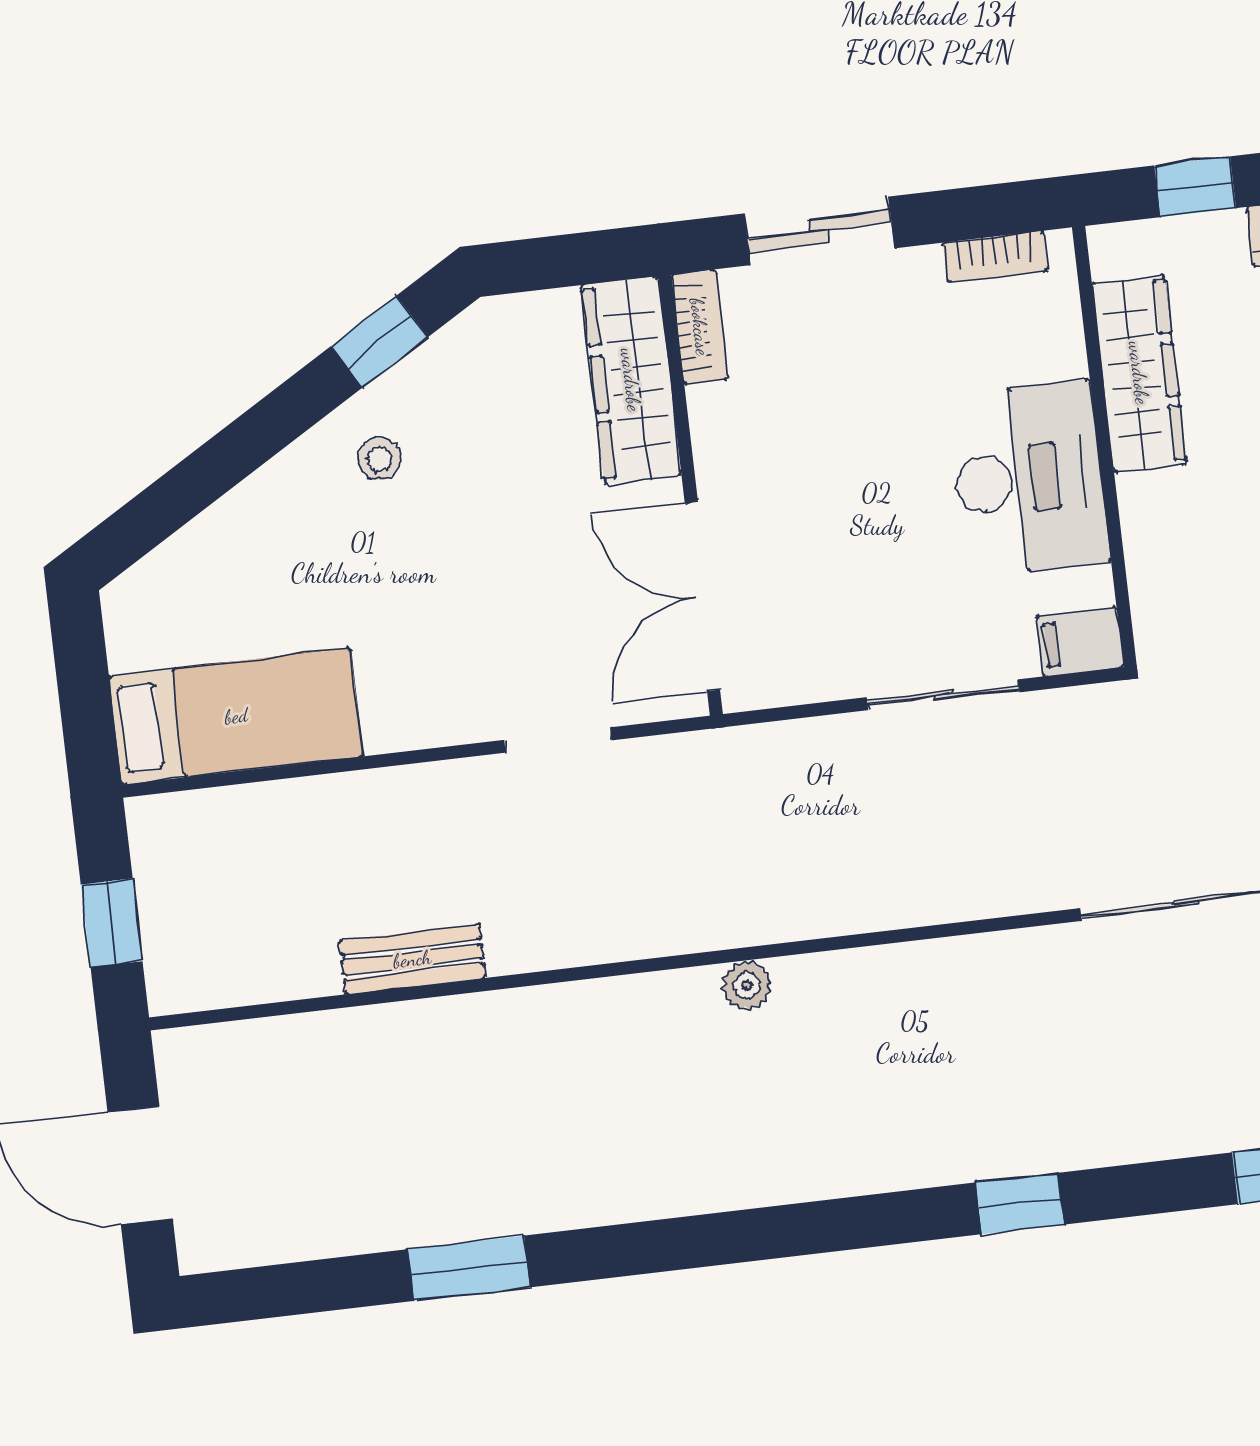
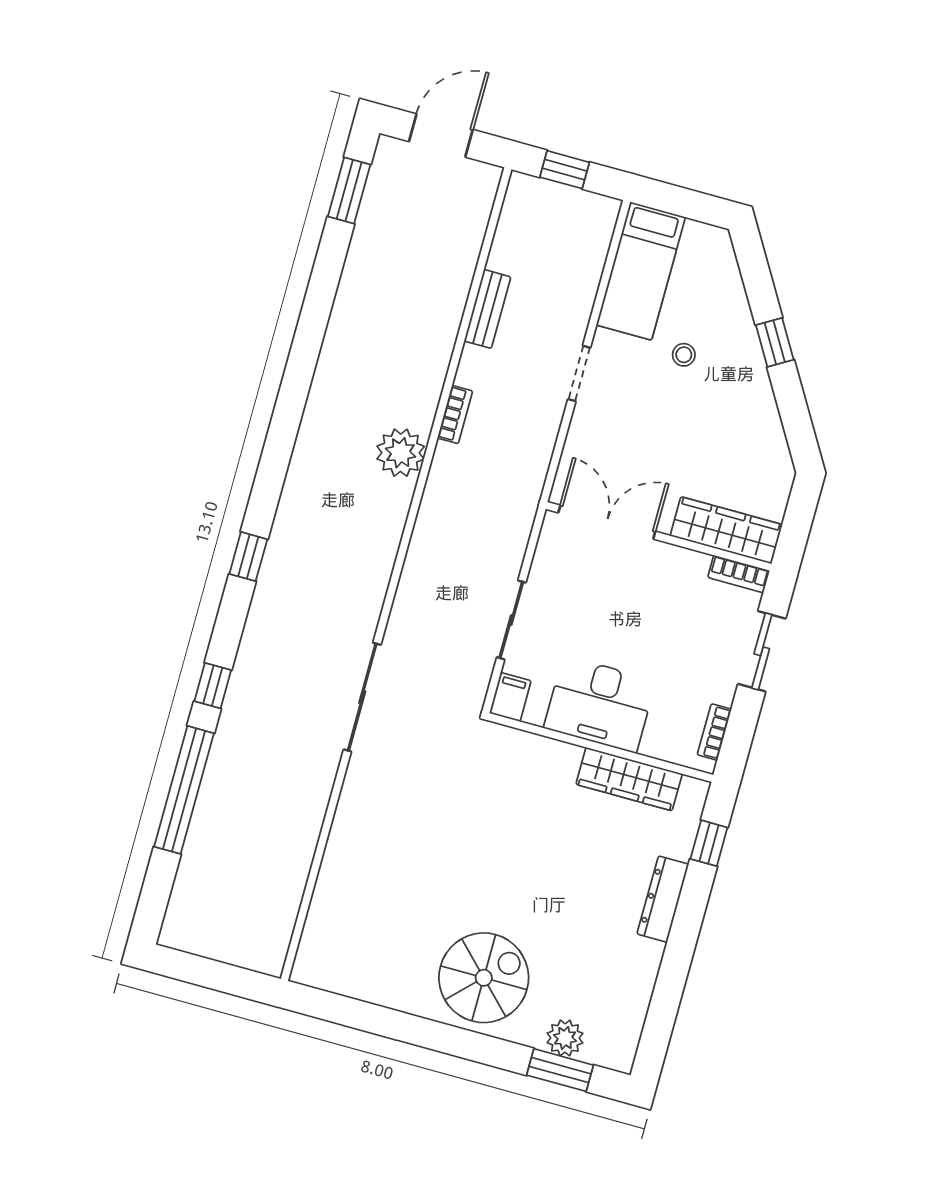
window: (379, 342) -> (775, 342), moved
stool: (379, 459) -> (684, 355), moved
doorway: (558, 740) -> (579, 373), moved
bookcase: (621, 941) -> (455, 414), added
plant: (747, 985) -> (401, 453), width x1.87, depth x1.87
window: (469, 1268) -> (349, 191), moved

